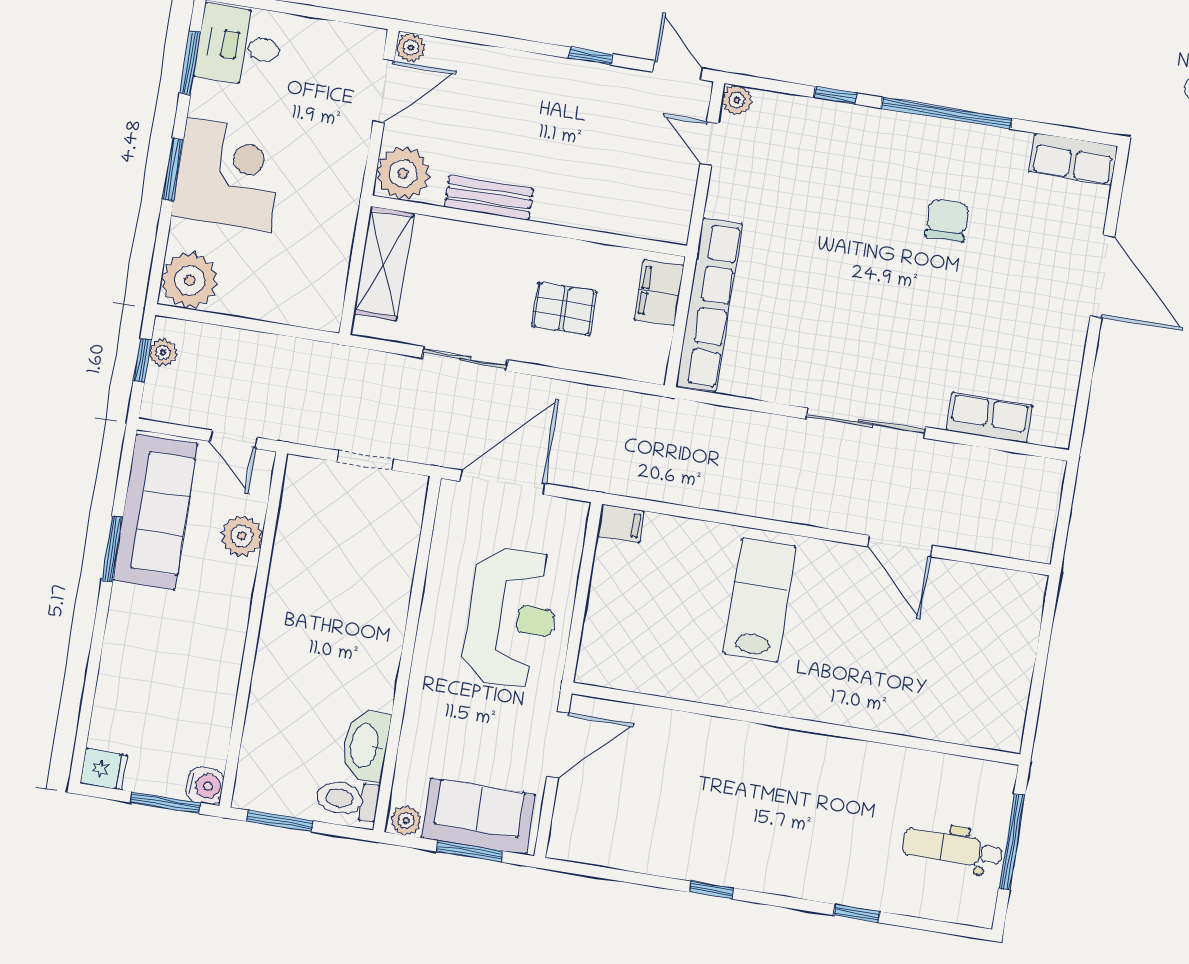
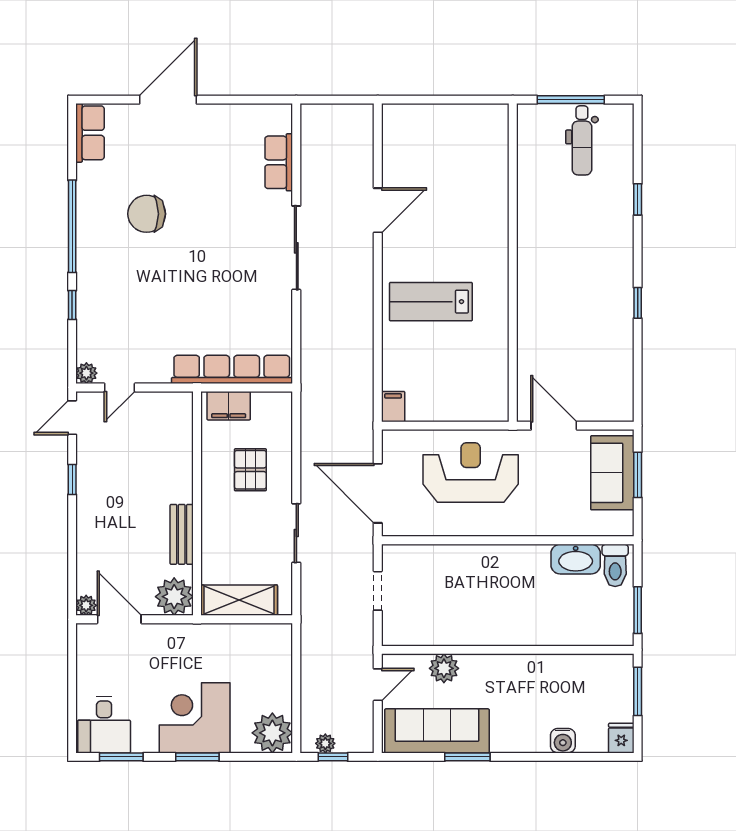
chair: (947, 221) -> (147, 214), width x1.37, depth x1.37
water cooler: (205, 786) -> (563, 741), moved, turned 180
plant: (406, 820) -> (623, 523), removed

